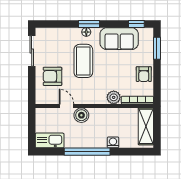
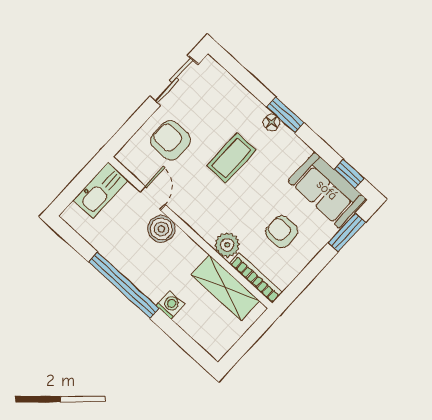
sofa: (119, 39) -> (327, 190), moved
coffee table: (83, 61) -> (231, 158), width x0.73, depth x0.76
armchair: (144, 74) -> (282, 232), moved, turned 90
shelving: (146, 126) -> (225, 288), moved, turned 90
kitchen sink: (50, 140) -> (101, 190), moved, turned 90

